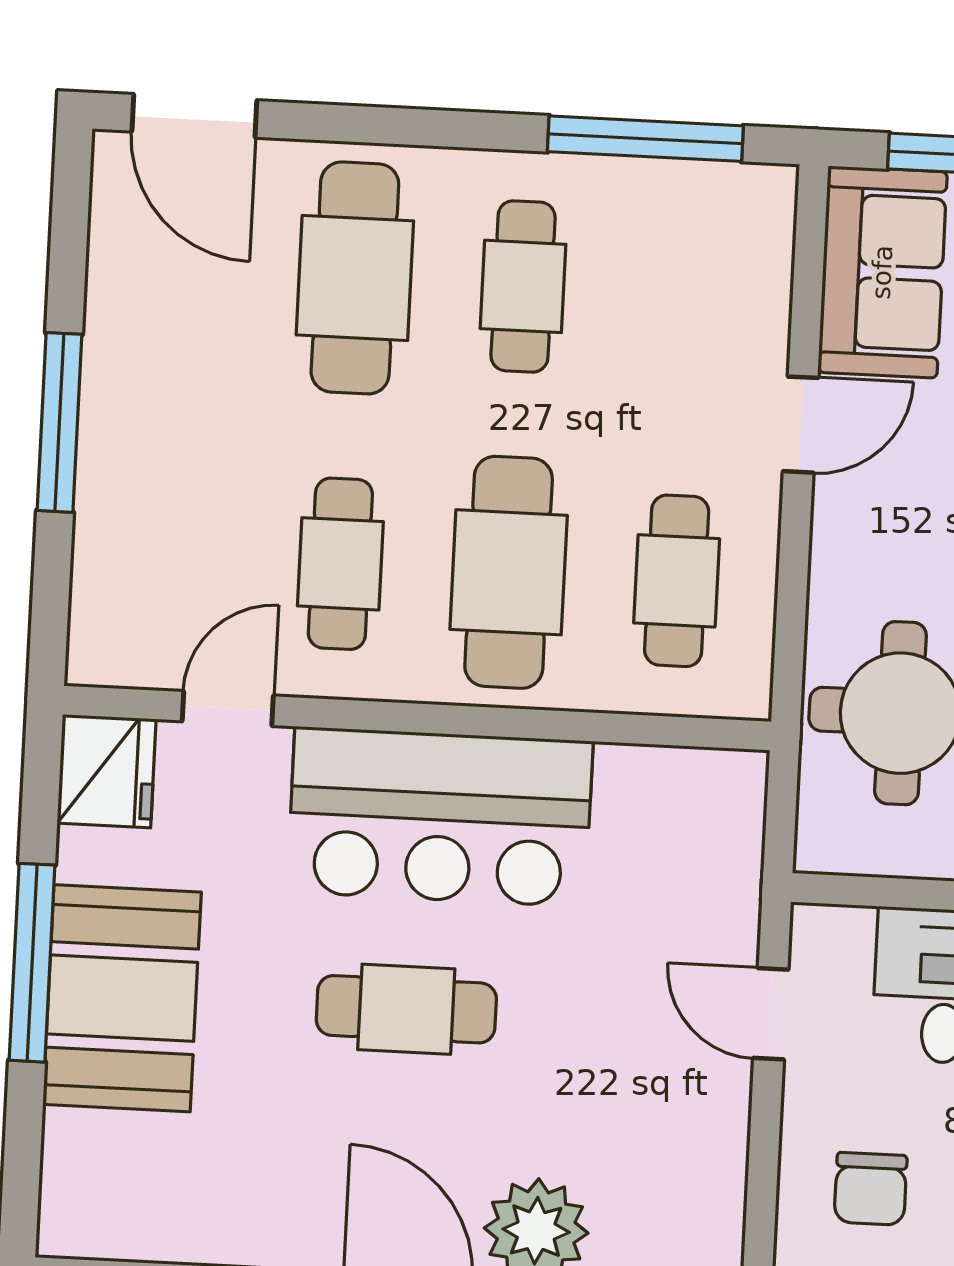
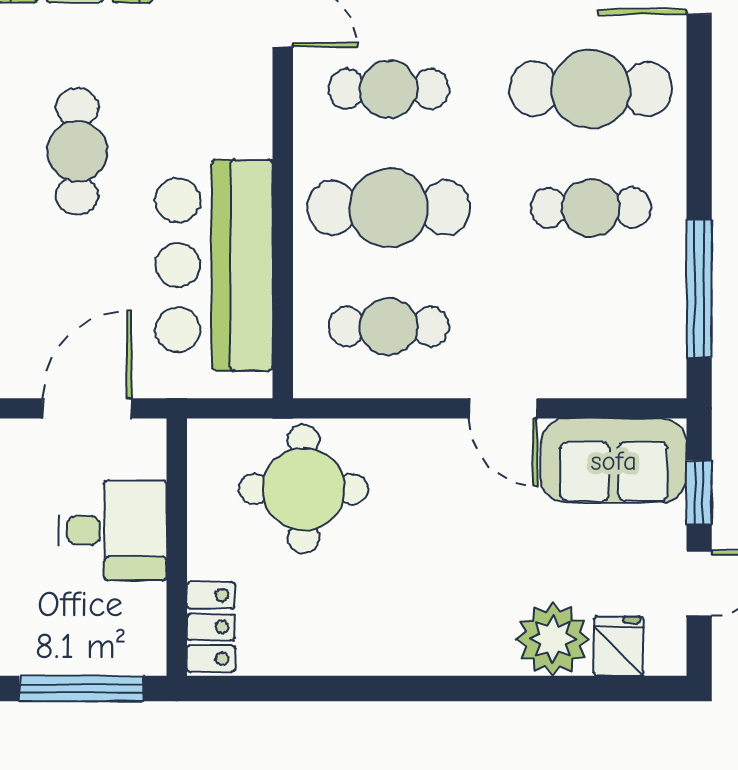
bar counter: (440, 817) -> (214, 265), moved
door: (771, 1014) -> (87, 408), width x1.38

